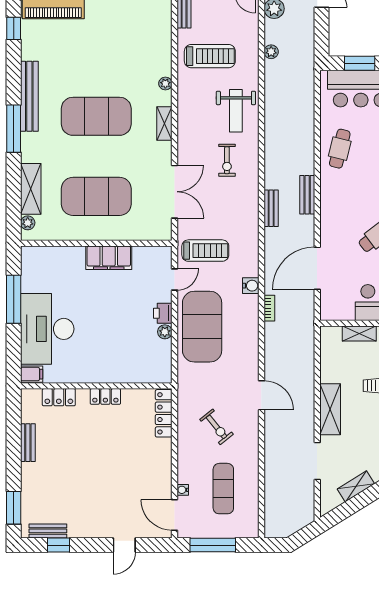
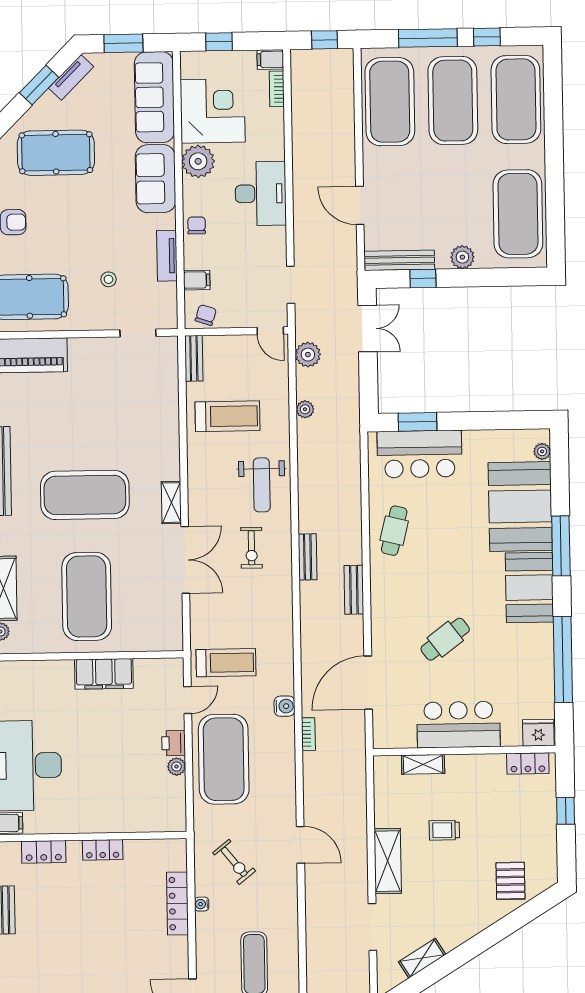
plant: (165, 83) -> (172, 452), removed
double door: (175, 192) -> (185, 560), moved
exercise mat: (96, 196) -> (87, 596), turned 90
bench: (271, 208) -> (308, 557), moved
locker: (164, 413) -> (178, 904), moved
exercise bike: (217, 427) -> (234, 862), moved
water cooler: (183, 490) -> (202, 904), moved

